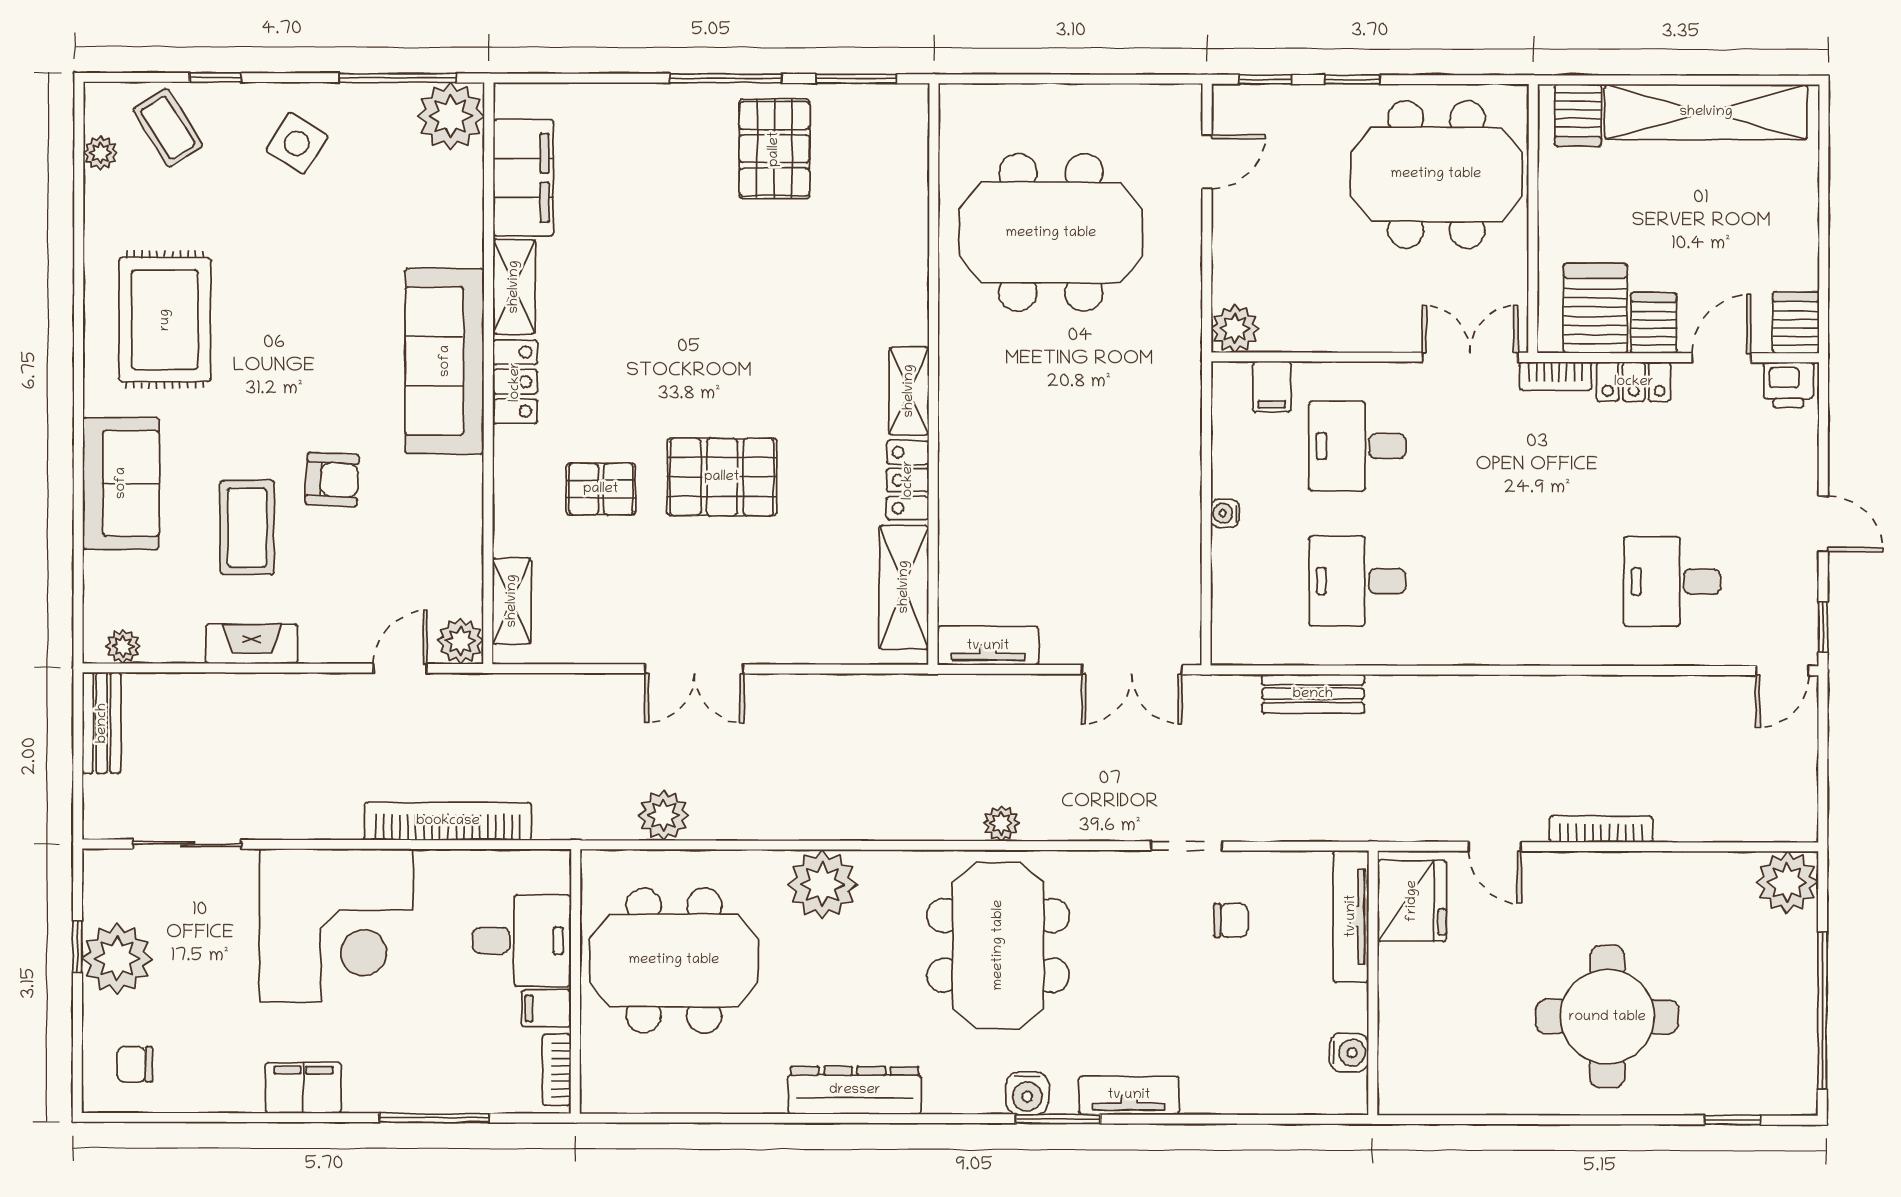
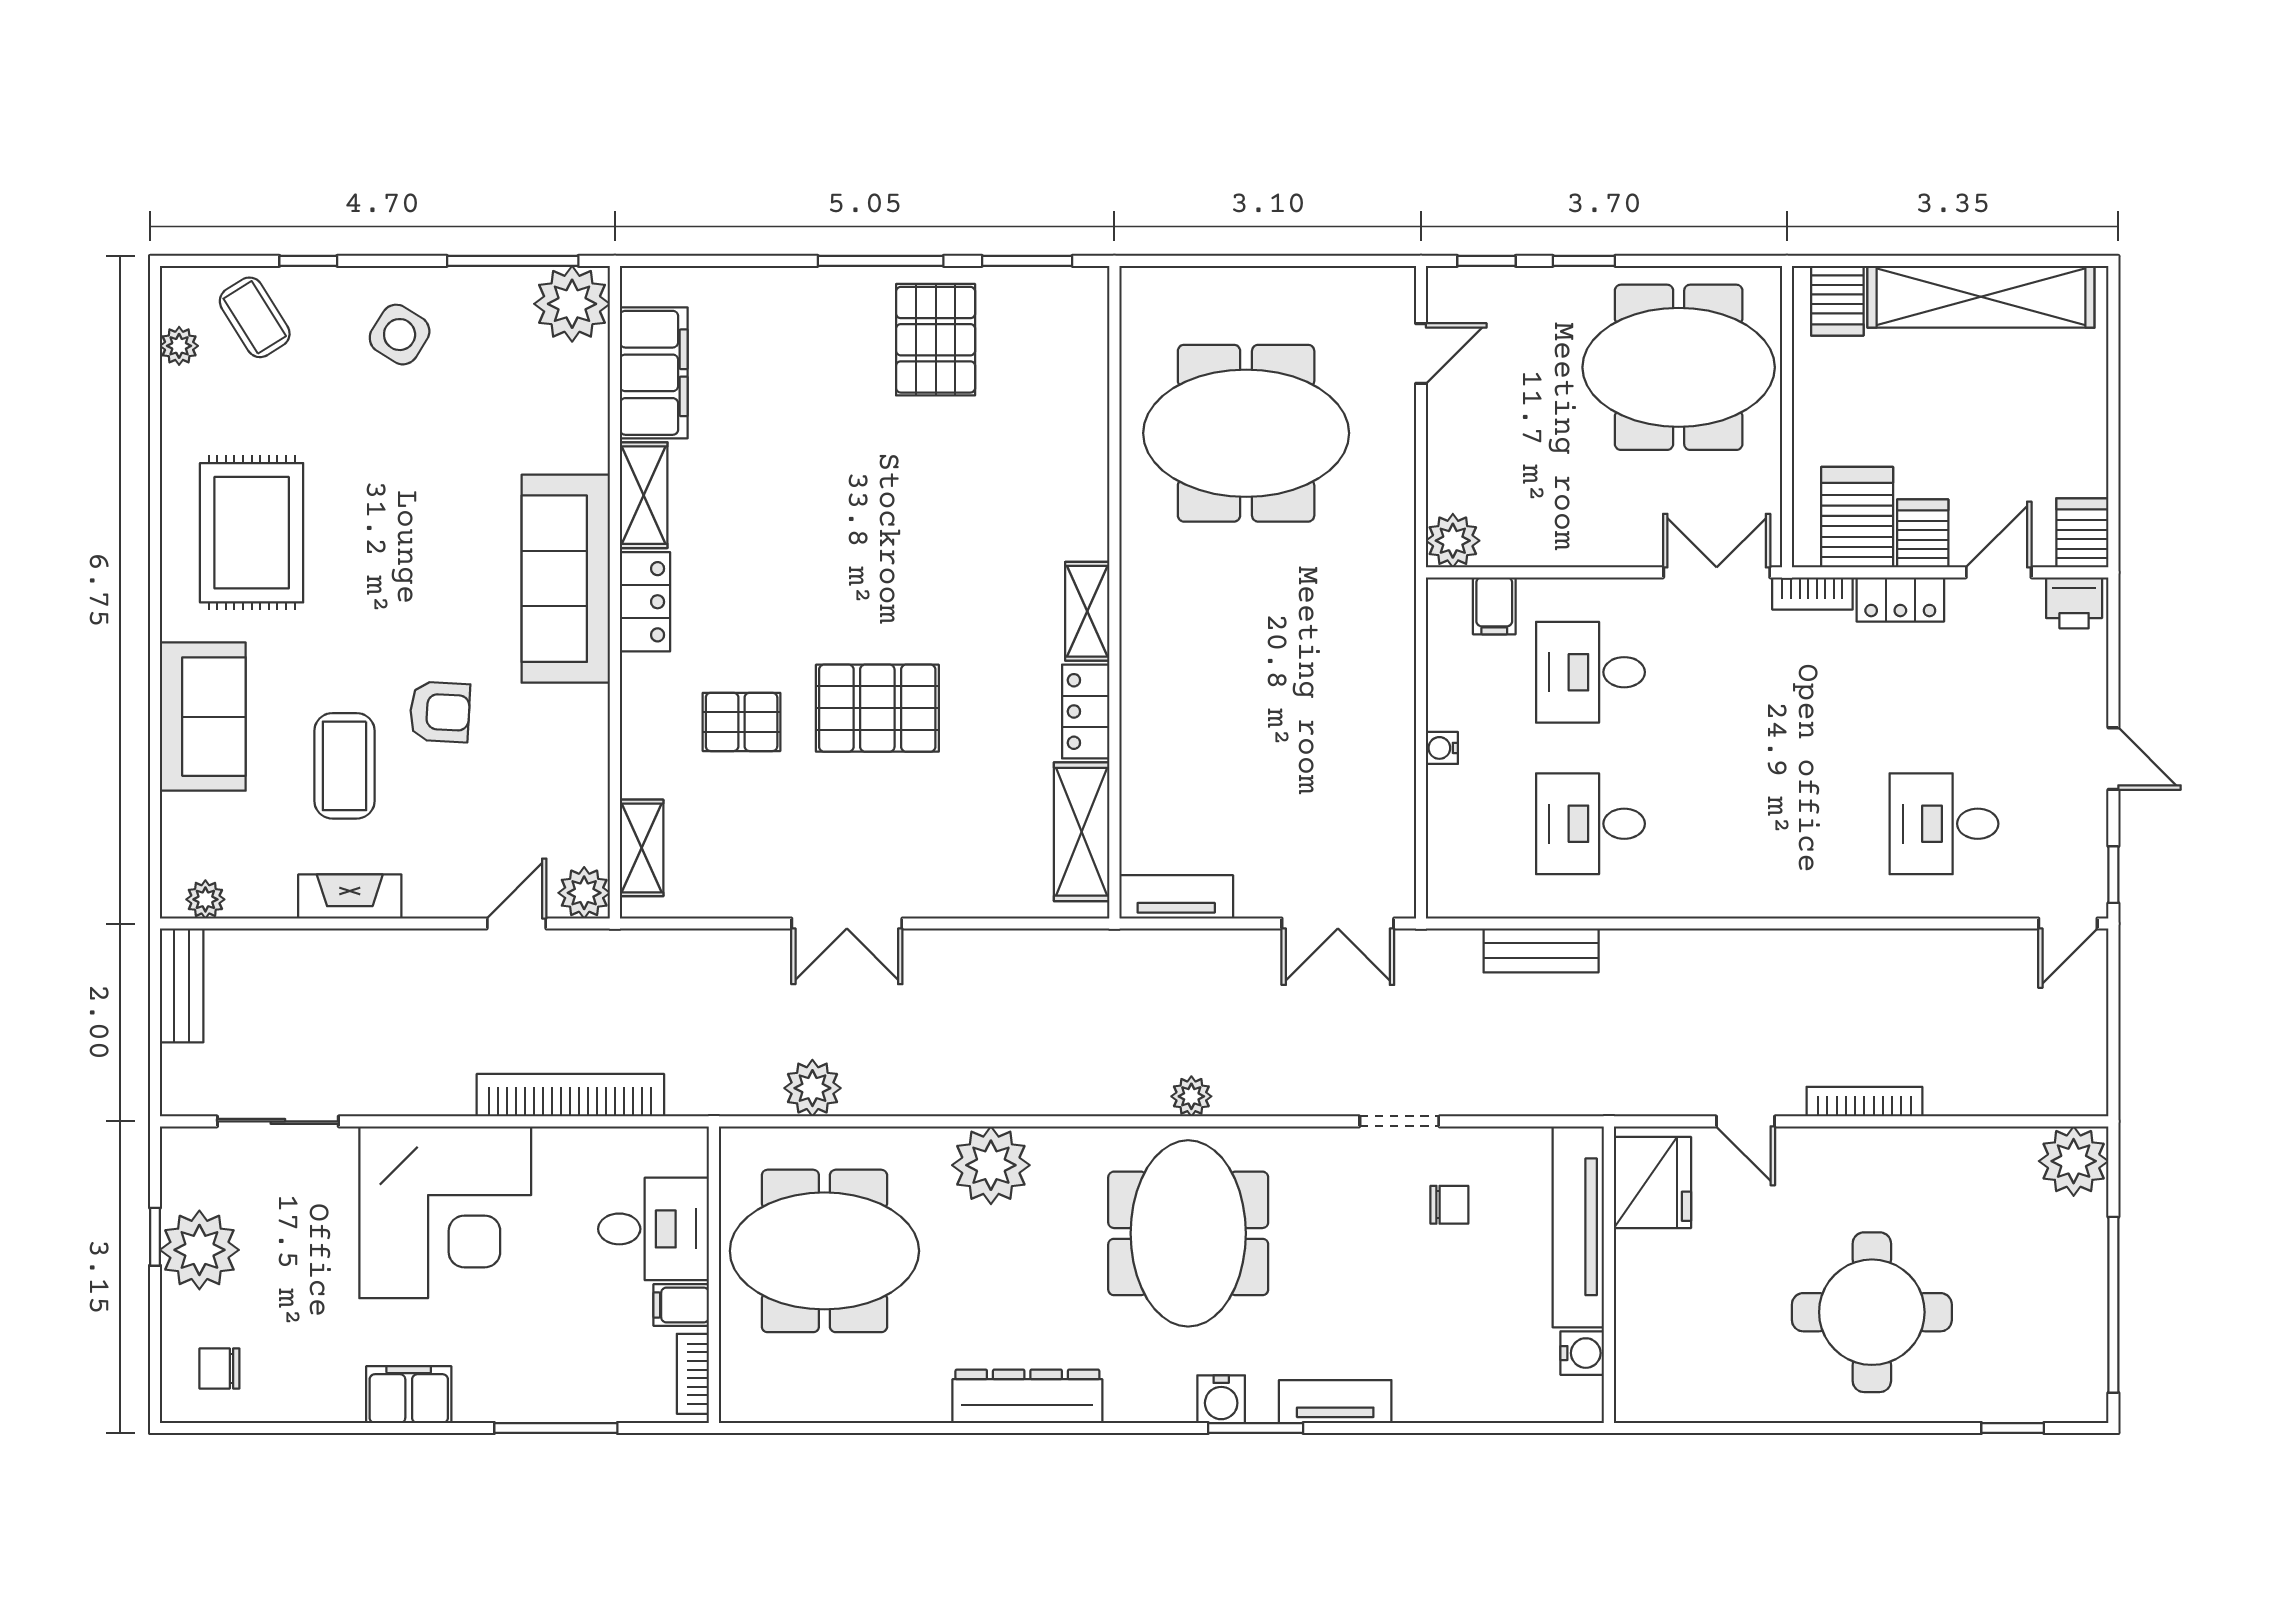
tv unit: (1351, 916) -> (1578, 1227), width x1.36, depth x1.29

